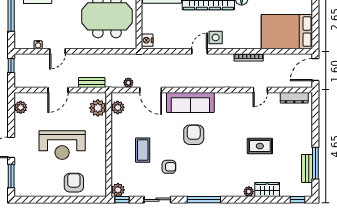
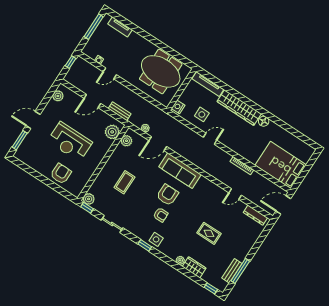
side table: (216, 38) -> (202, 114), moved
door: (151, 90) -> (158, 144), hinge flipped
armchair: (169, 167) -> (161, 215), moved
side table: (211, 186) -> (156, 239), added
window: (204, 200) -> (145, 245), width x0.46

